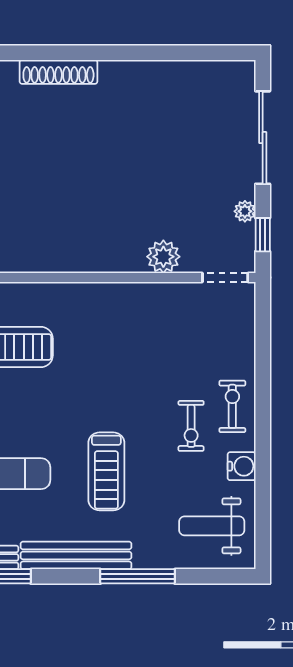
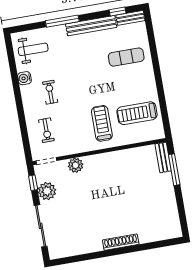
shoe rack: (58, 72) -> (121, 242), moved
plant: (245, 211) -> (47, 191), width x1.87, depth x1.87
exercise bike: (232, 406) -> (46, 130), moved
treadmill: (106, 471) -> (102, 123), moved

